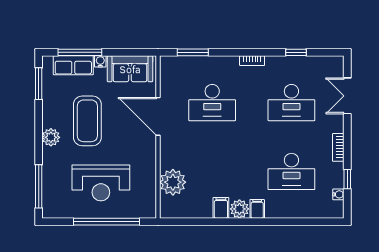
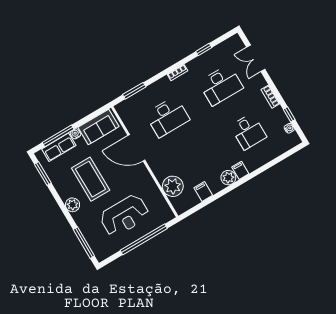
desk: (291, 171) -> (248, 132), width x0.73
filing cabinet: (221, 208) -> (203, 192), moved

